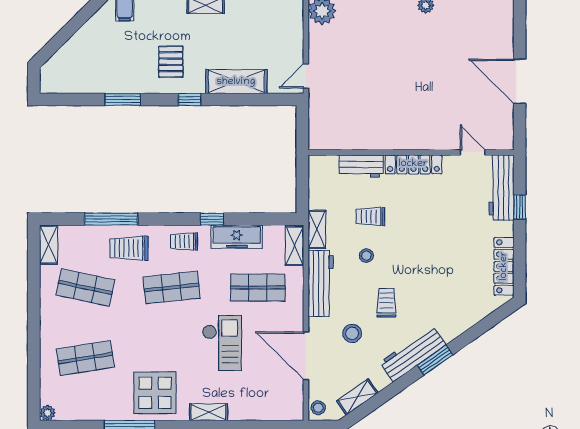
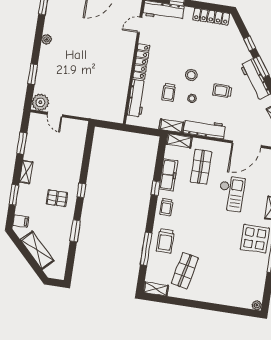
door: (306, 76) -> (55, 115), moved
shelving: (236, 82) -> (37, 250), moved, turned -45
workbench: (361, 166) -> (137, 98), width x1.38
shop shelf: (172, 287) -> (193, 219), removed
stool: (352, 333) -> (191, 75), moved
window: (470, 335) -> (250, 43), added
checkout: (222, 343) -> (231, 194), turned 90
shop shelf: (85, 358) -> (227, 277), removed

